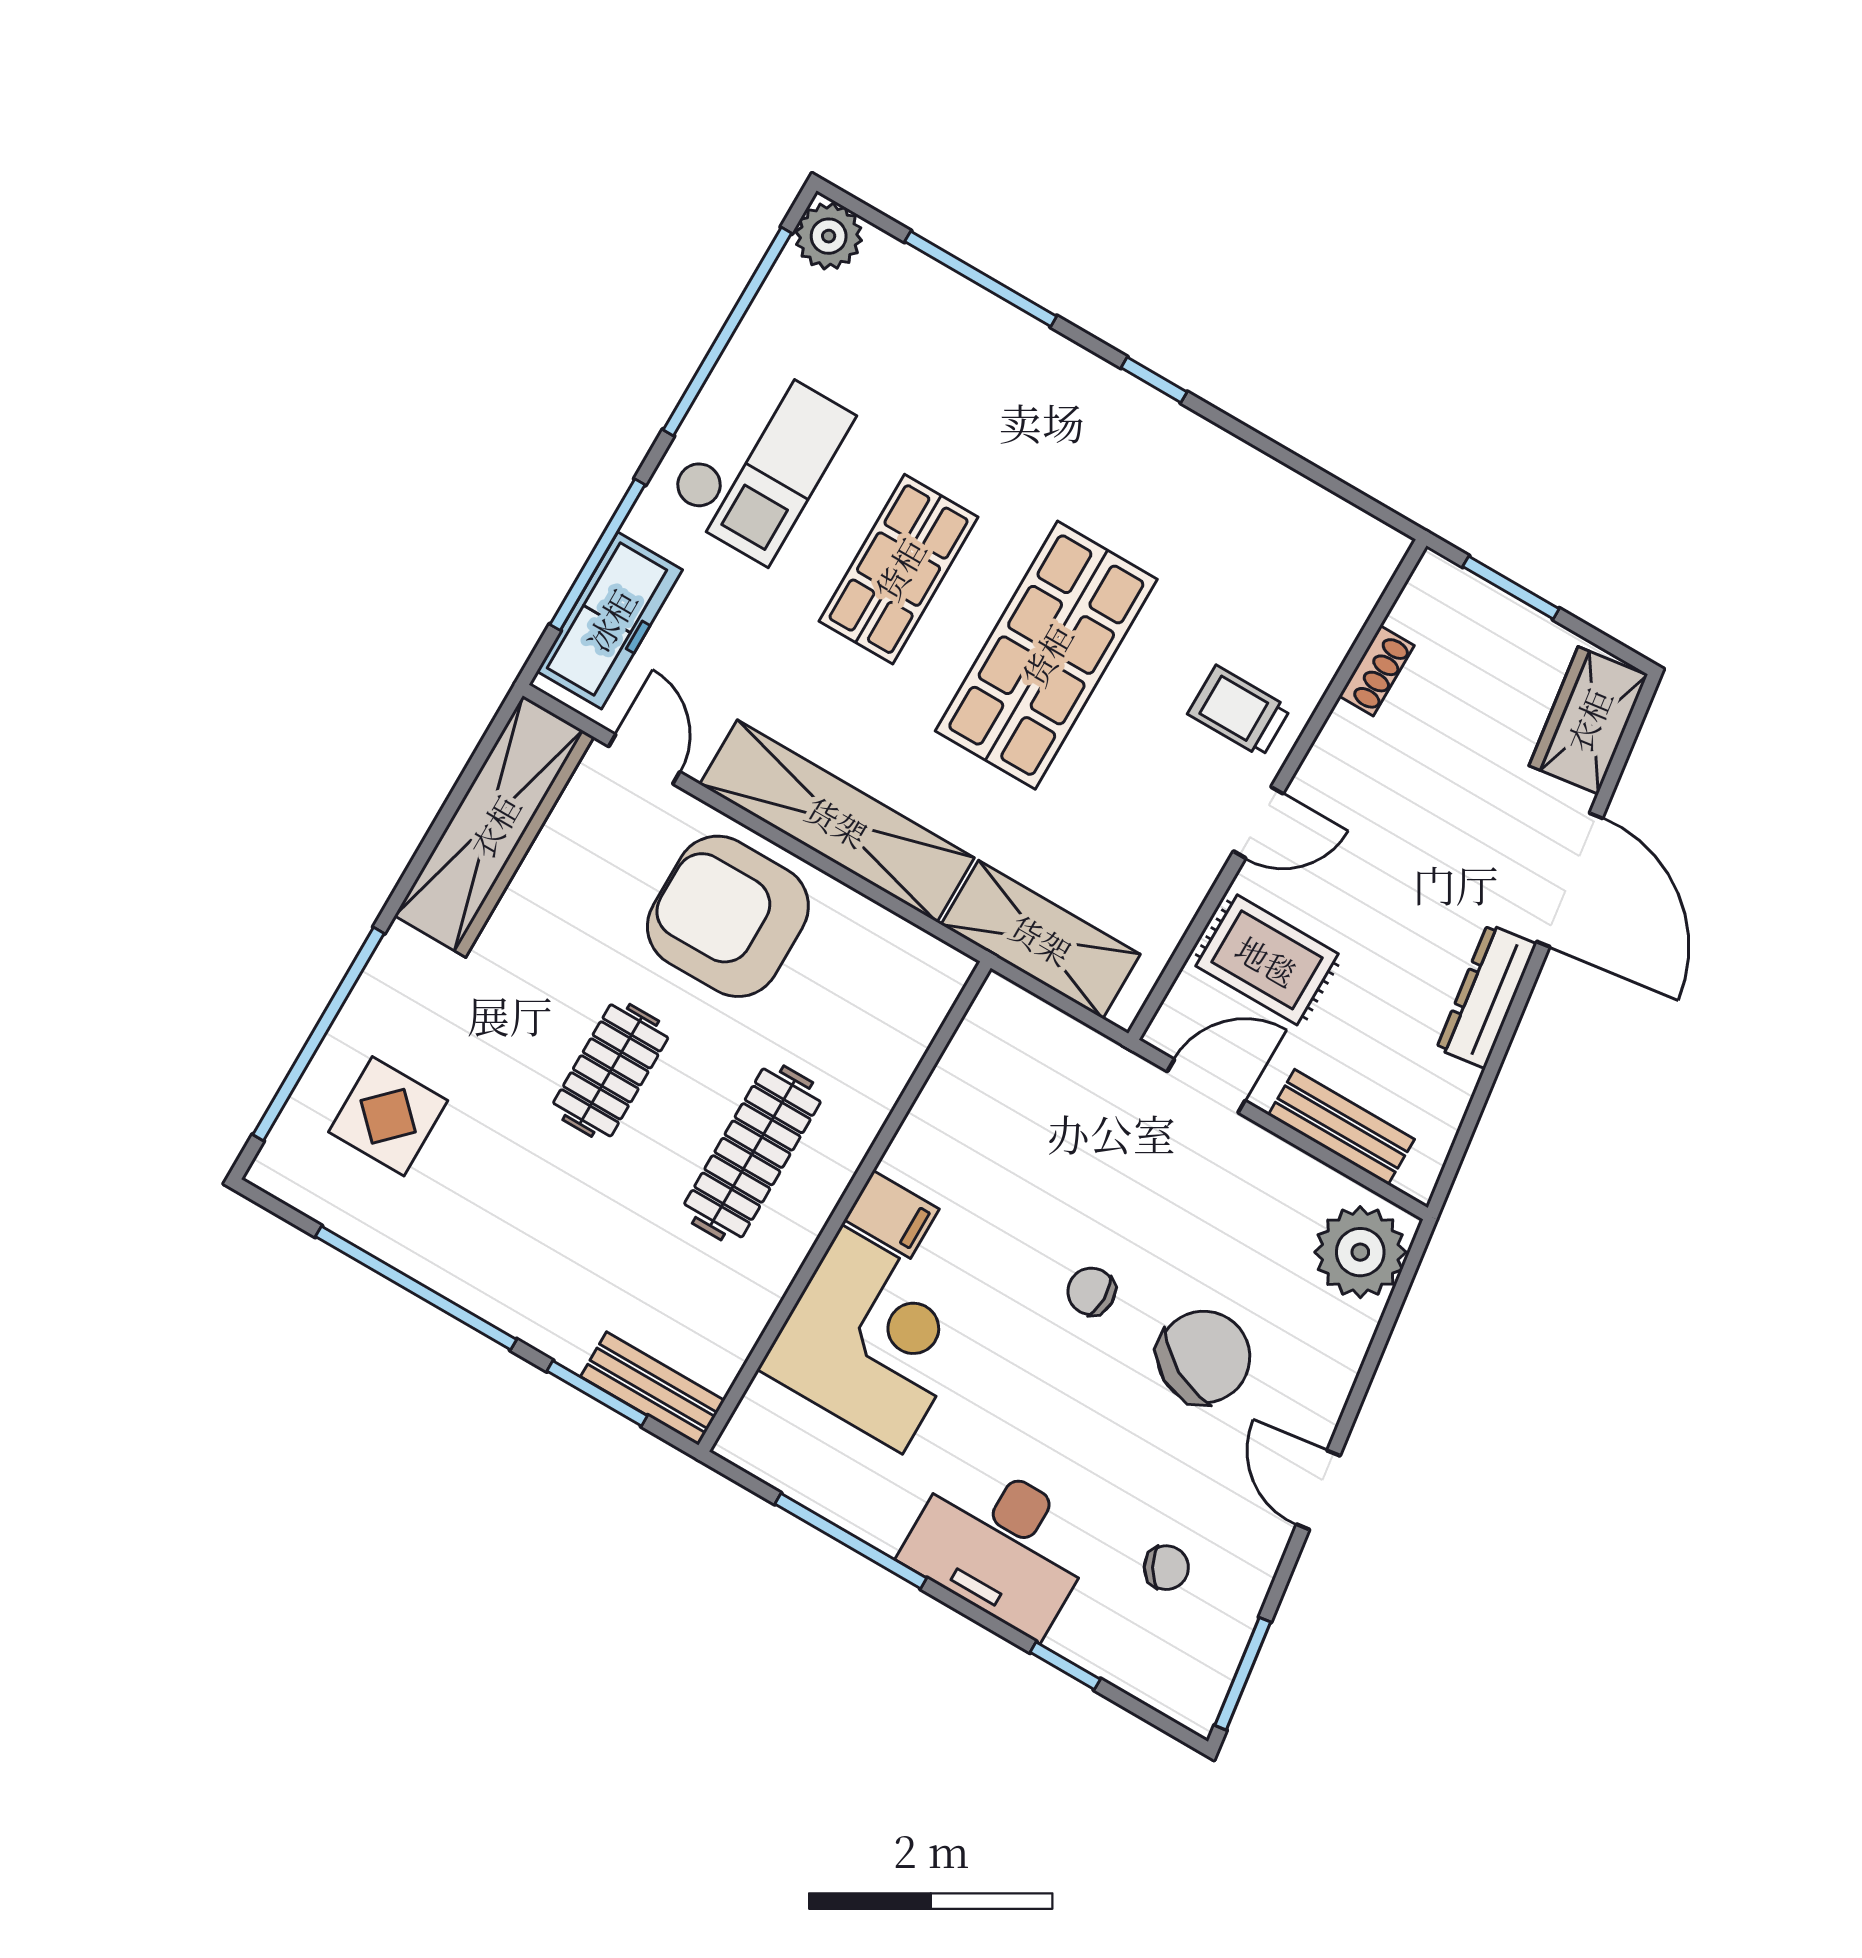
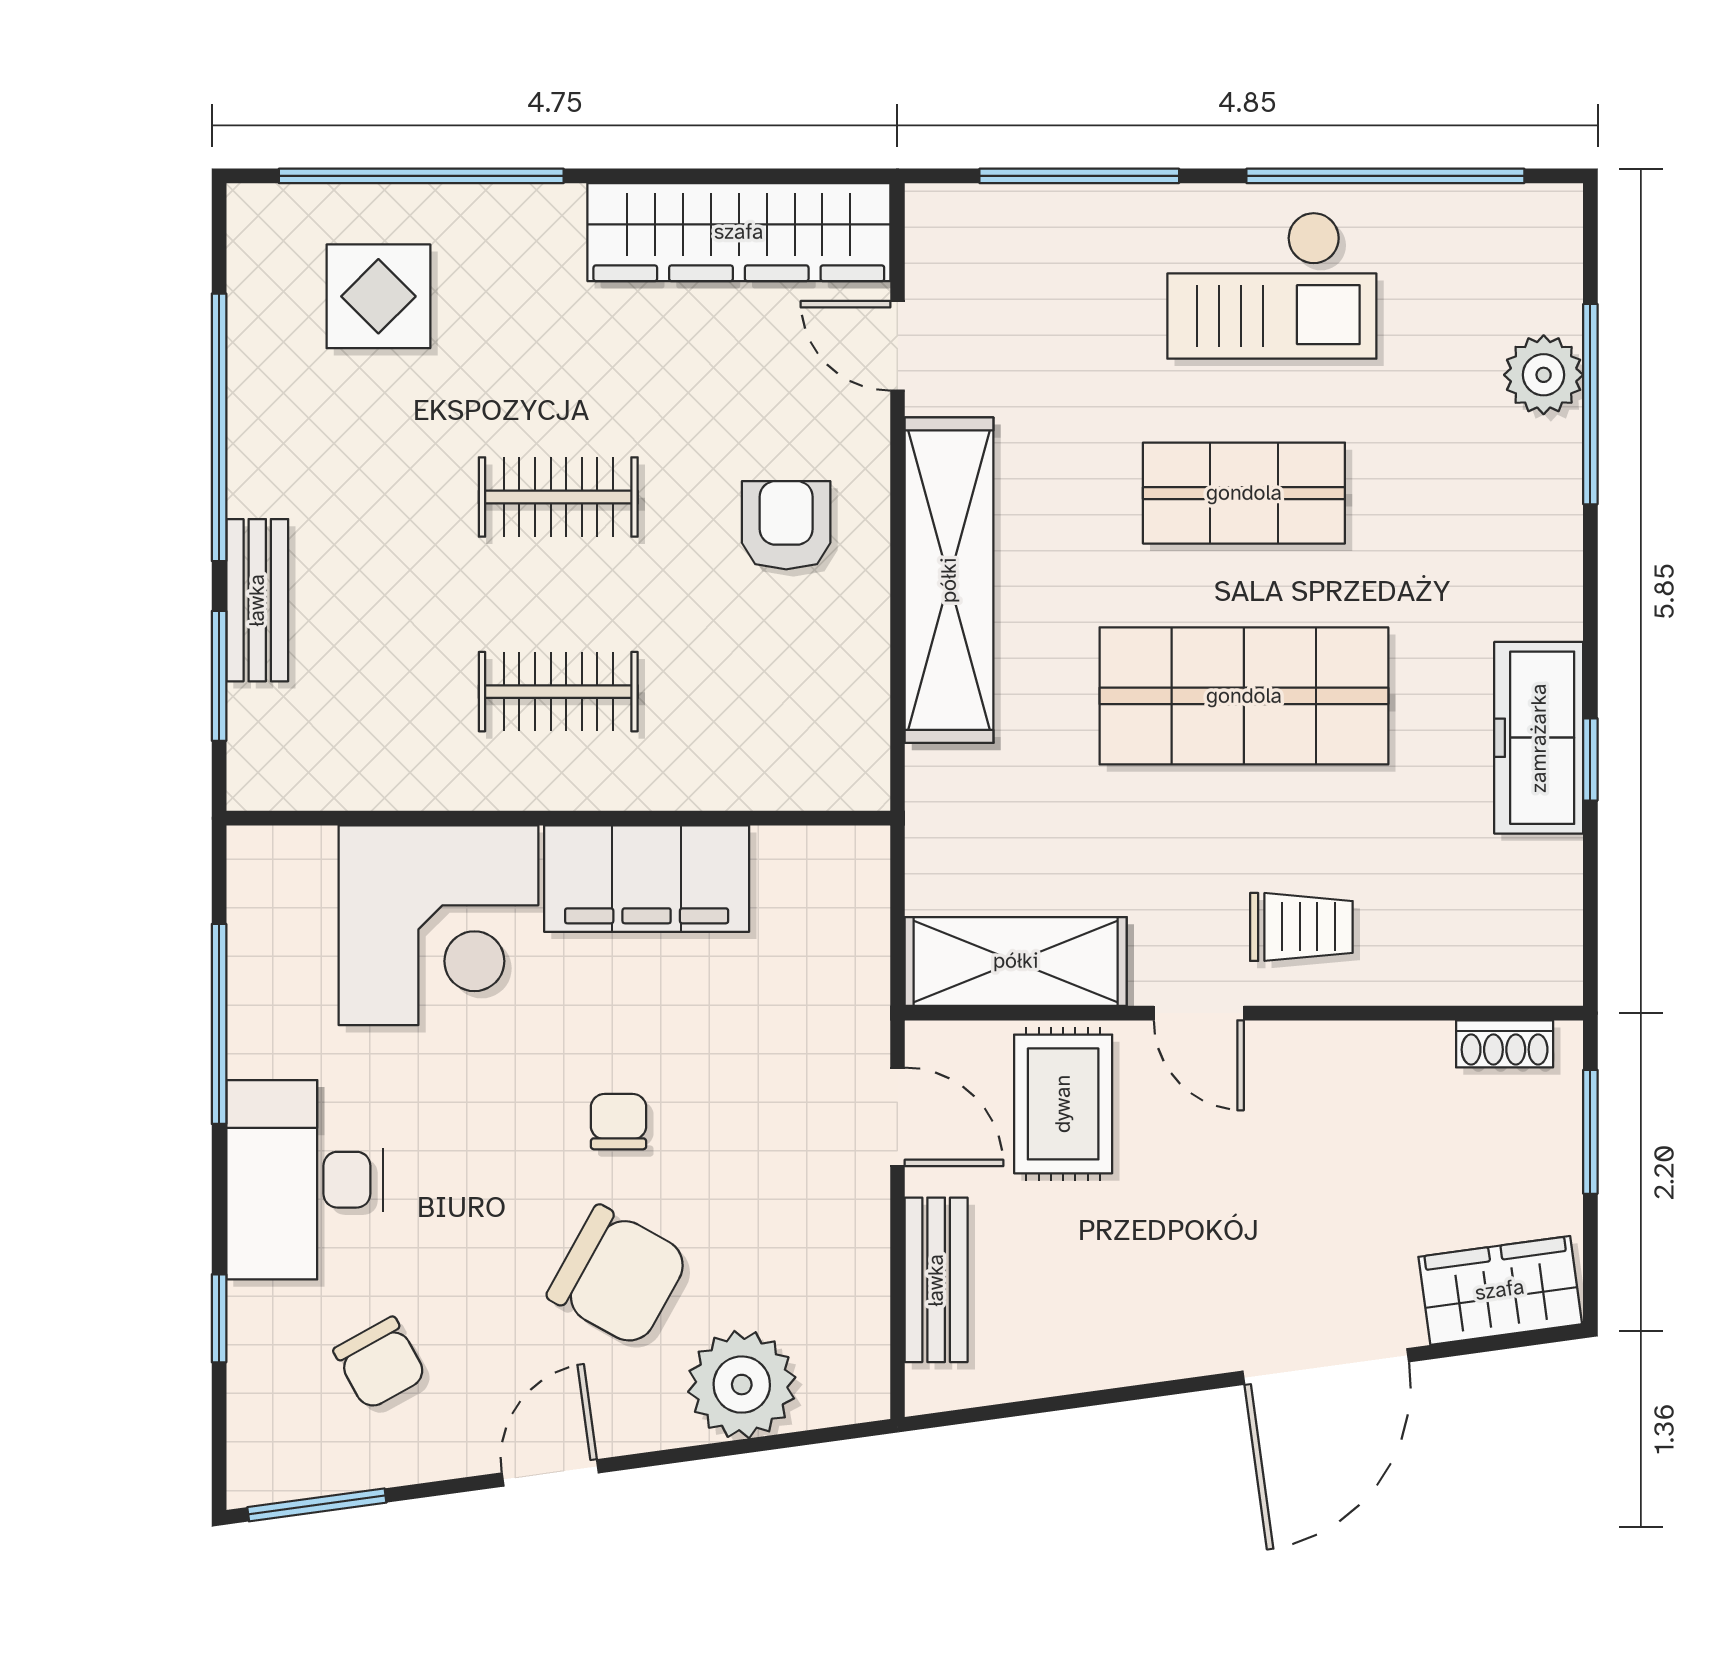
plant: (829, 236) -> (1544, 375), moved
window: (1154, 380) -> (1590, 759), moved
freezer: (610, 620) -> (1539, 738), moved, turned 90
shoe rack: (1377, 671) -> (1505, 1044), moved
trolley: (1239, 711) -> (1301, 927), turned 90
door: (644, 759) -> (897, 346), swing flipped
armchair: (728, 916) -> (786, 525), width x0.53, depth x0.53
shelving: (1041, 939) -> (1016, 961), moved, turned 90
dresser: (1486, 996) -> (1157, 1351), removed
clothes rail: (752, 1153) -> (558, 692), width x0.73
filing cabinet: (892, 1214) -> (647, 879), width x3.00, depth x1.17
plant: (1360, 1252) -> (742, 1385), moved
bench: (653, 1388) -> (257, 600), moved
chair: (1166, 1568) -> (380, 1363), width x1.37, depth x1.37

